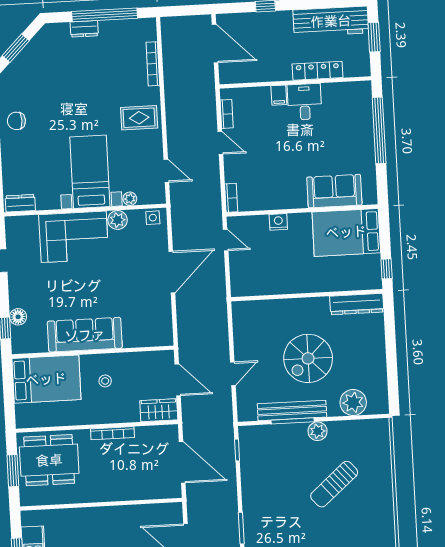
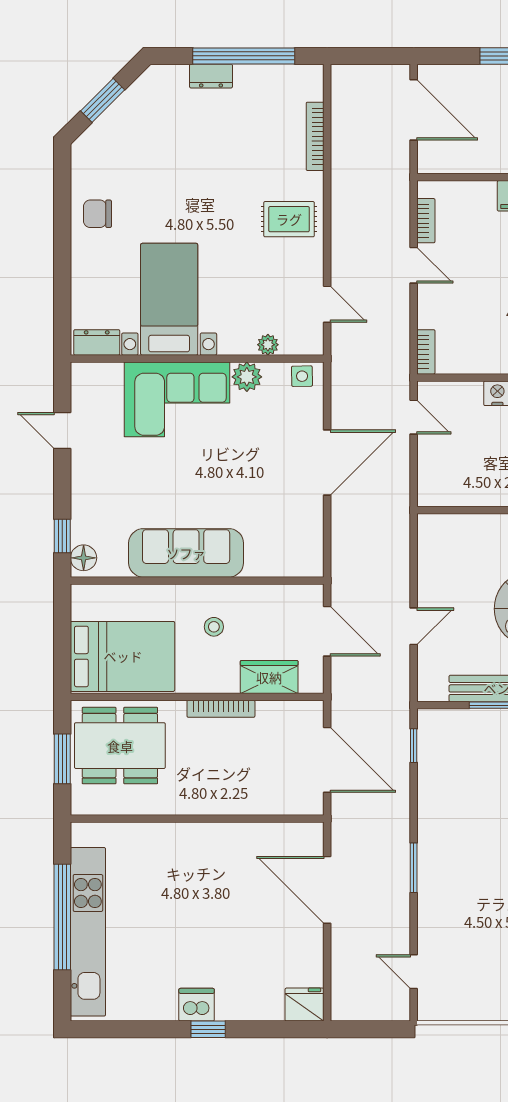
bed with nightstands: (90, 172) -> (169, 299), moved
floor lamp: (18, 317) -> (84, 558), moved
bed: (46, 379) -> (123, 656), moved
wardrobe: (159, 410) -> (269, 677), moved

